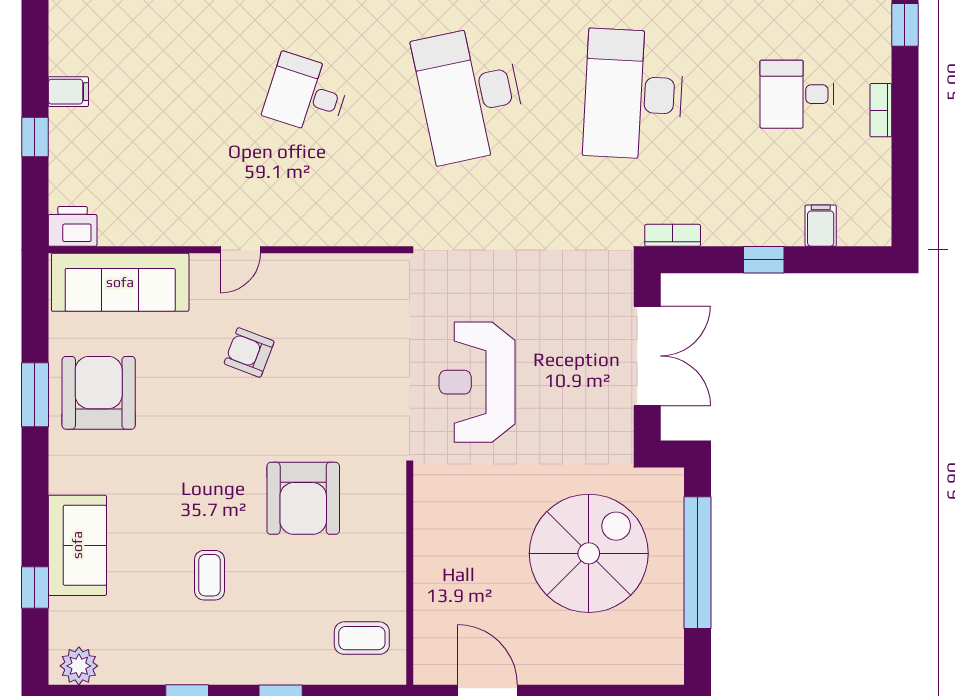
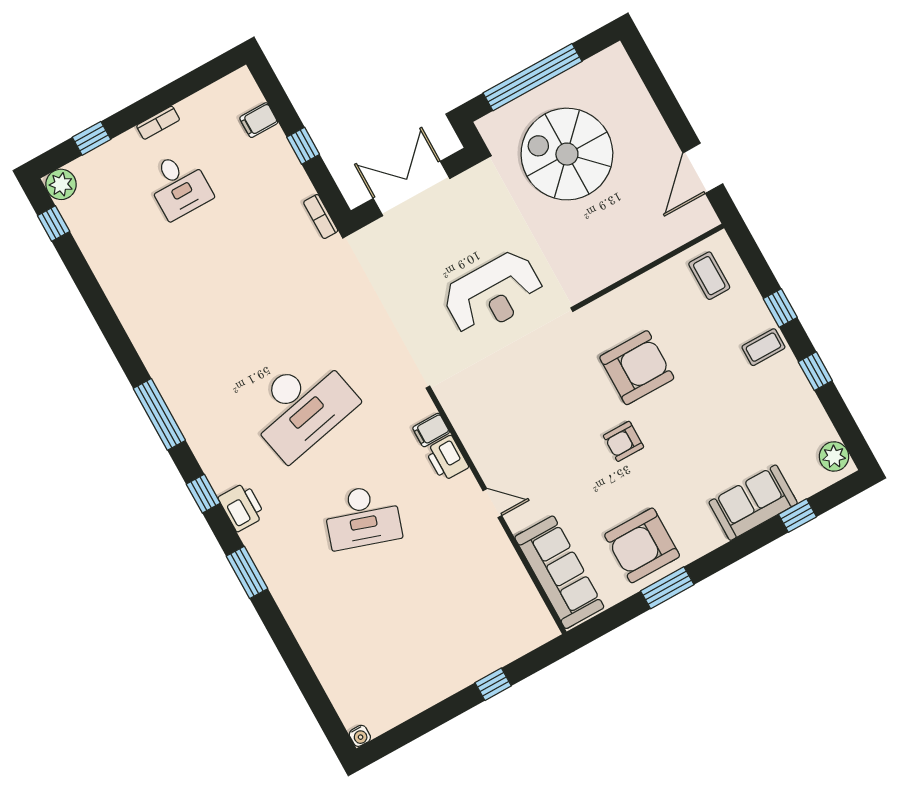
filing cabinet: (68, 92) -> (431, 430), moved, turned -90
desk: (306, 94) -> (362, 517), width x1.37
desk: (633, 94) -> (240, 296), removed
printer: (73, 226) -> (447, 458), moved
armchair: (249, 352) -> (624, 441), moved, turned 69
coffee table: (210, 575) -> (763, 347), moved

